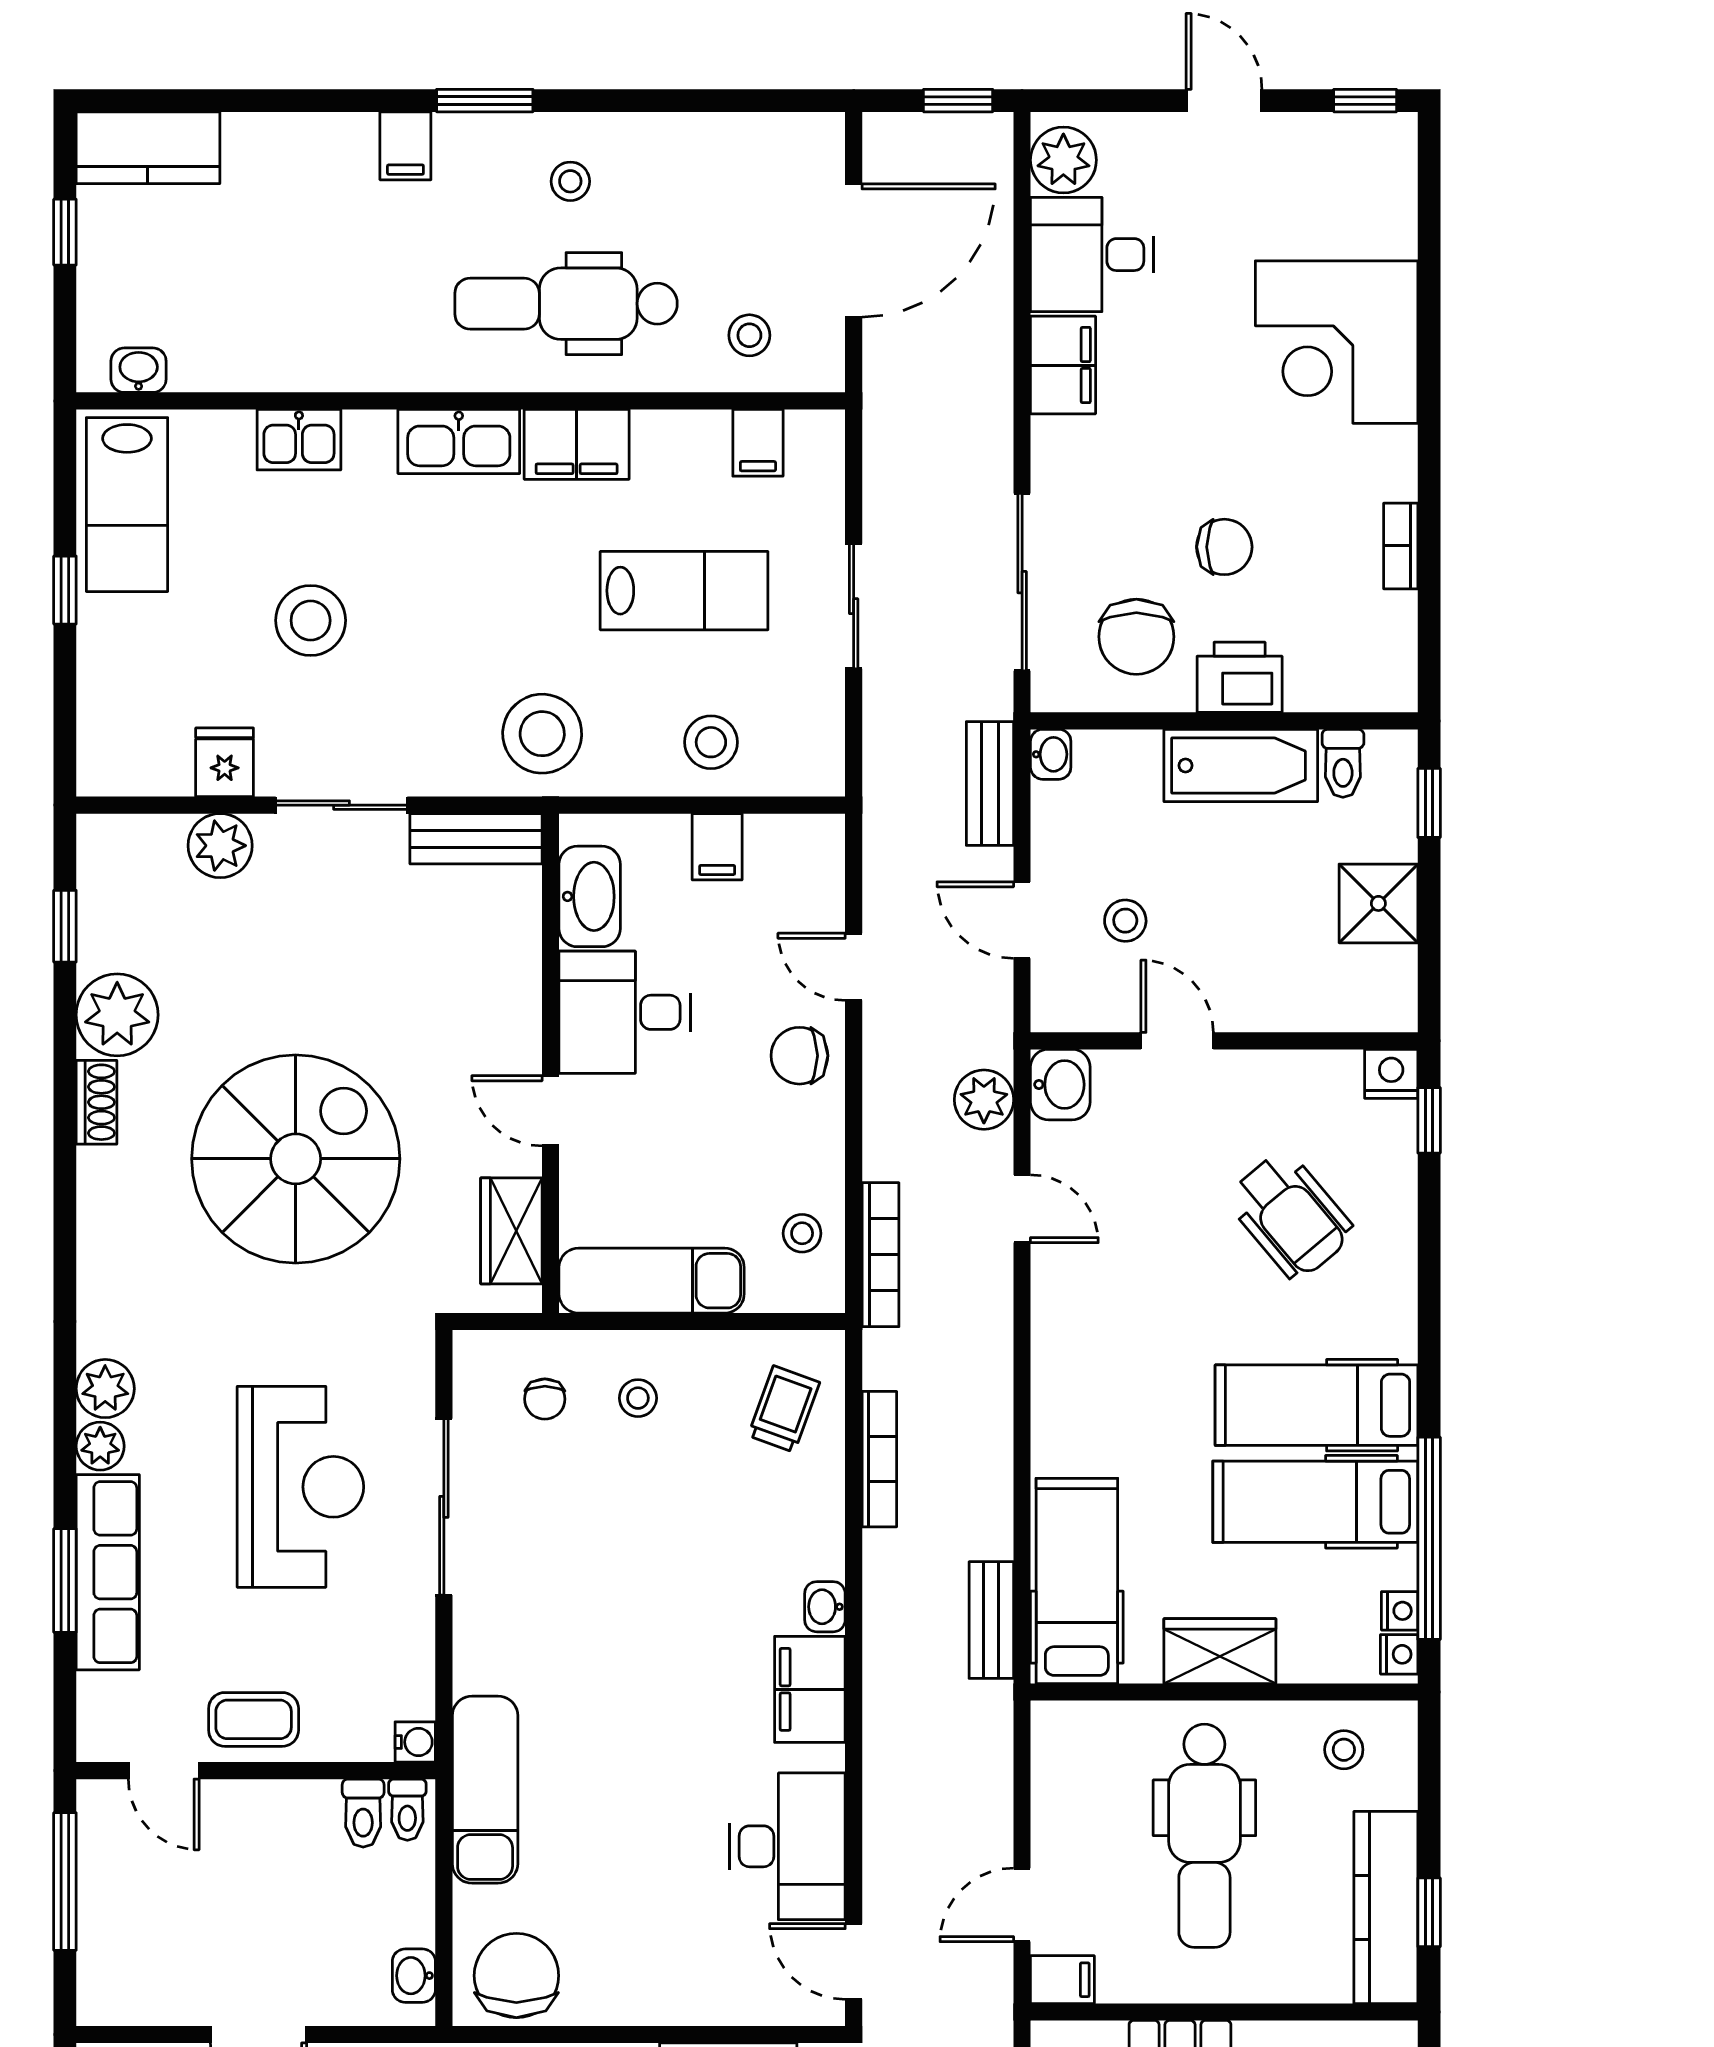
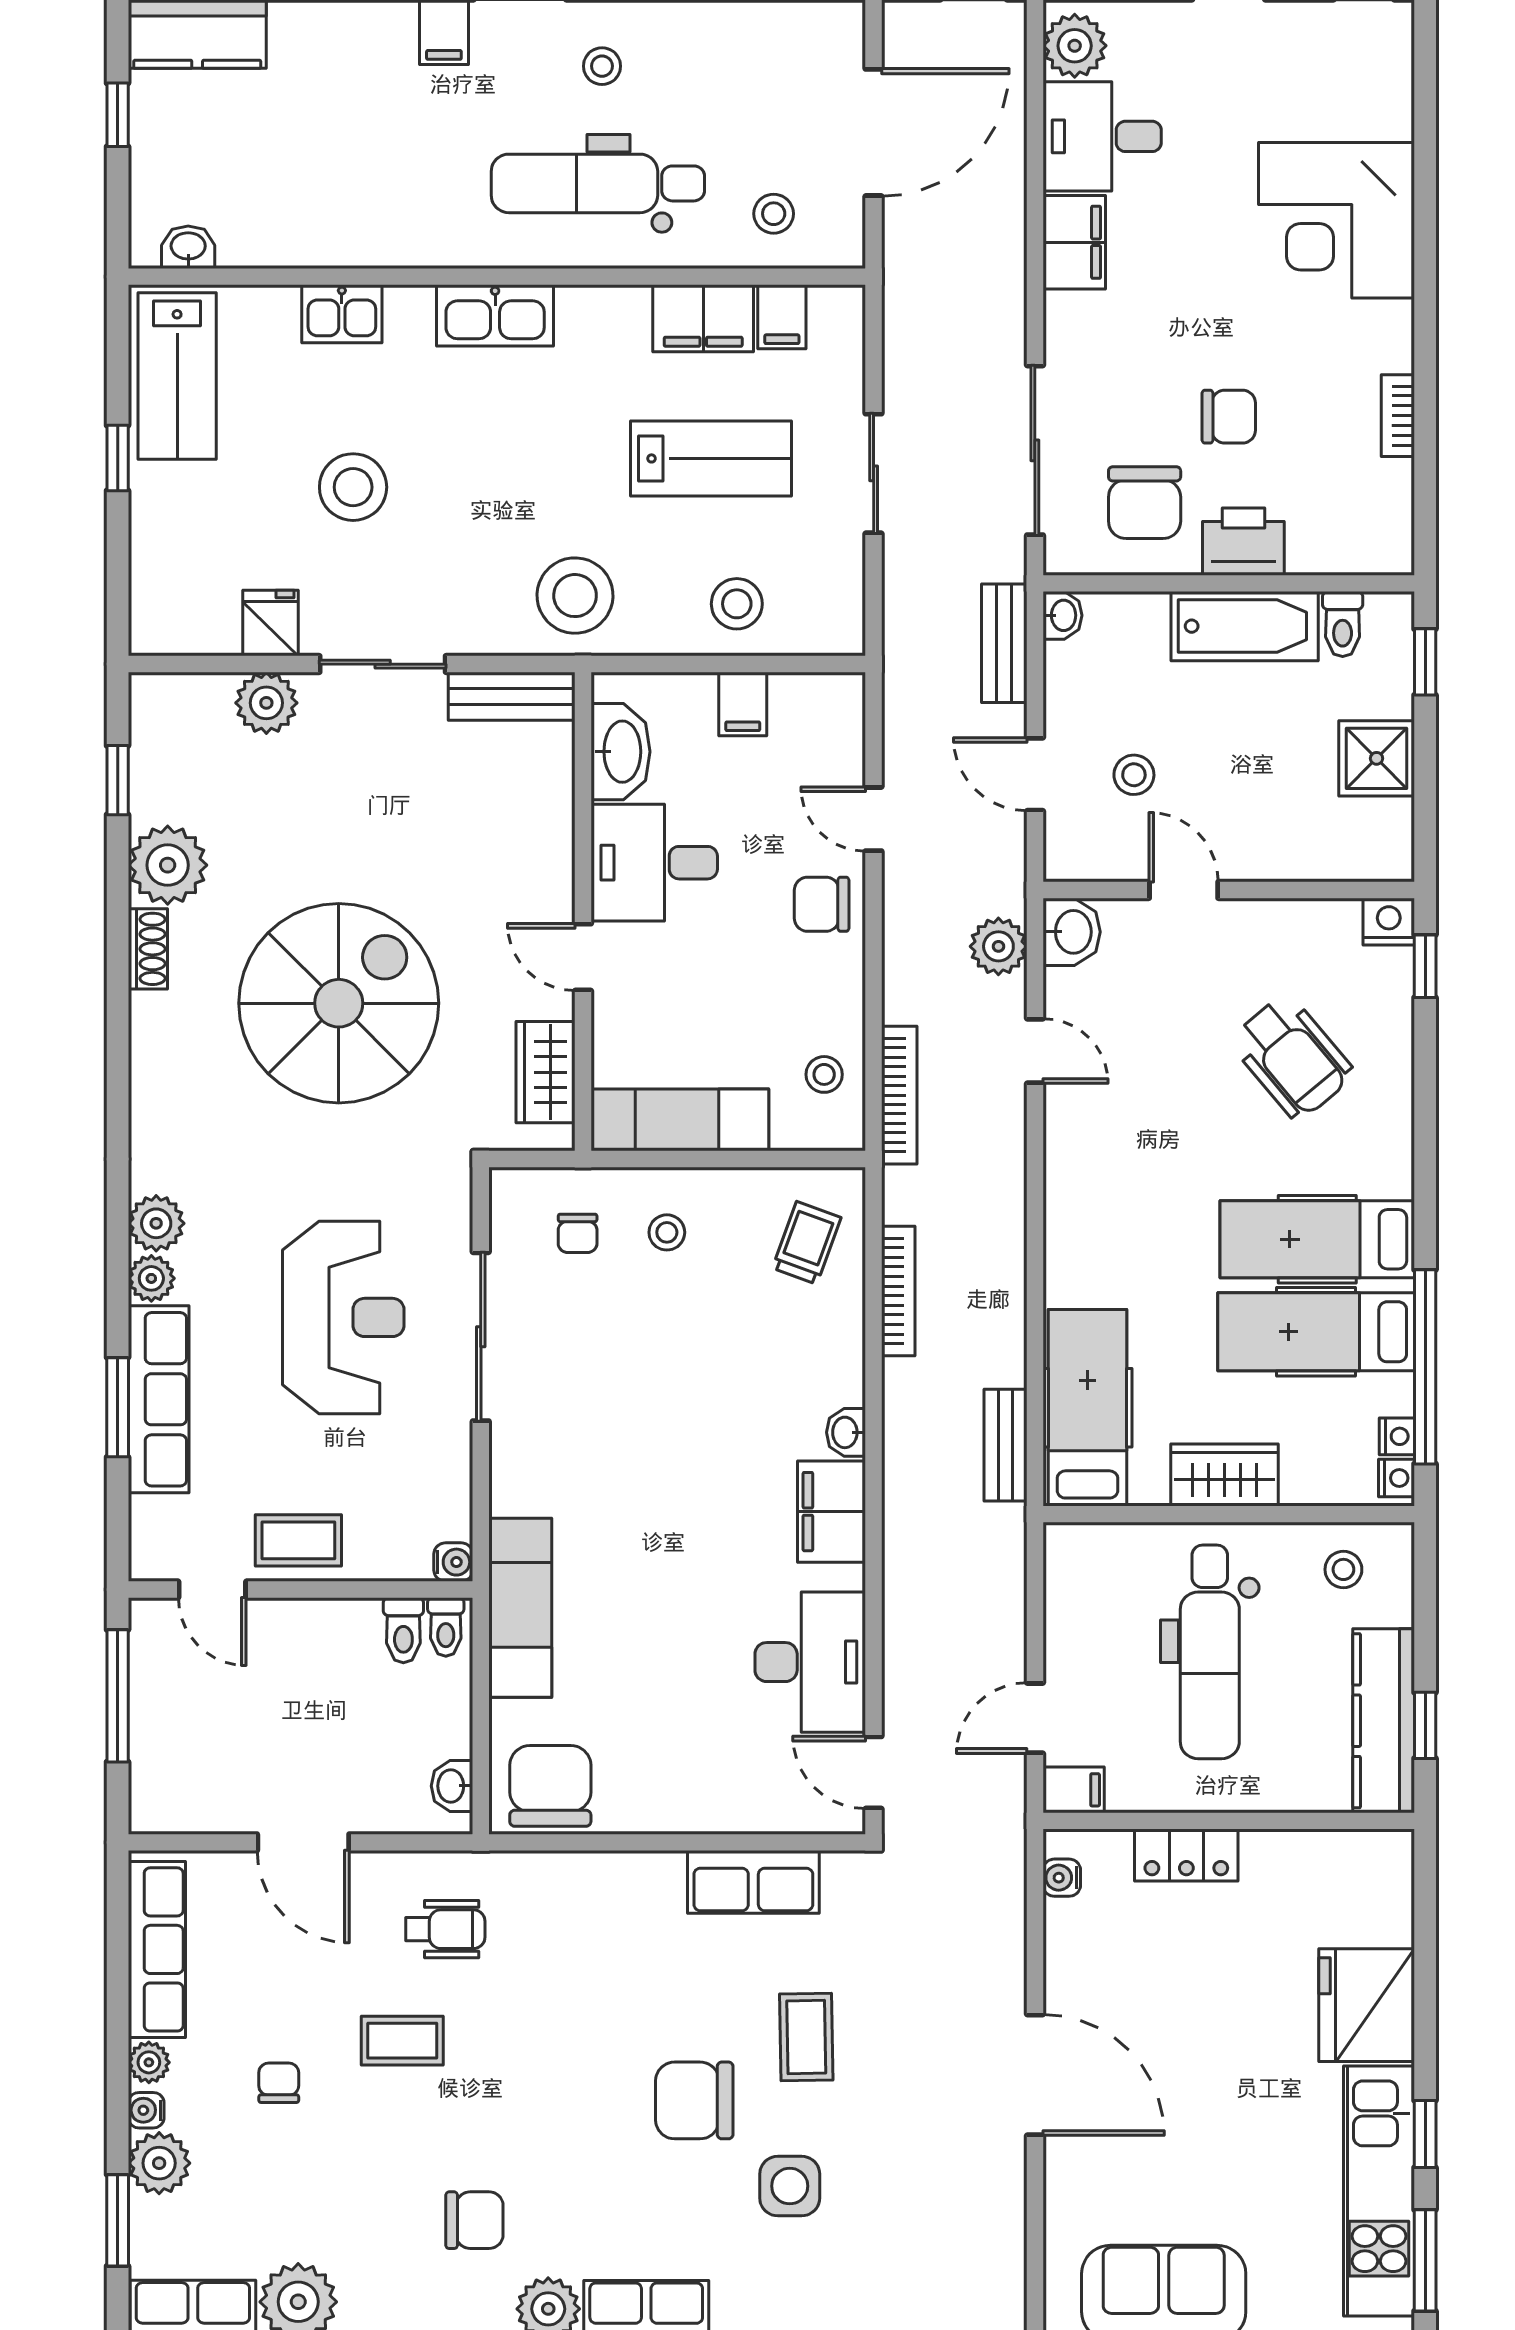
filing cabinet: (577, 444) -> (703, 318), moved

